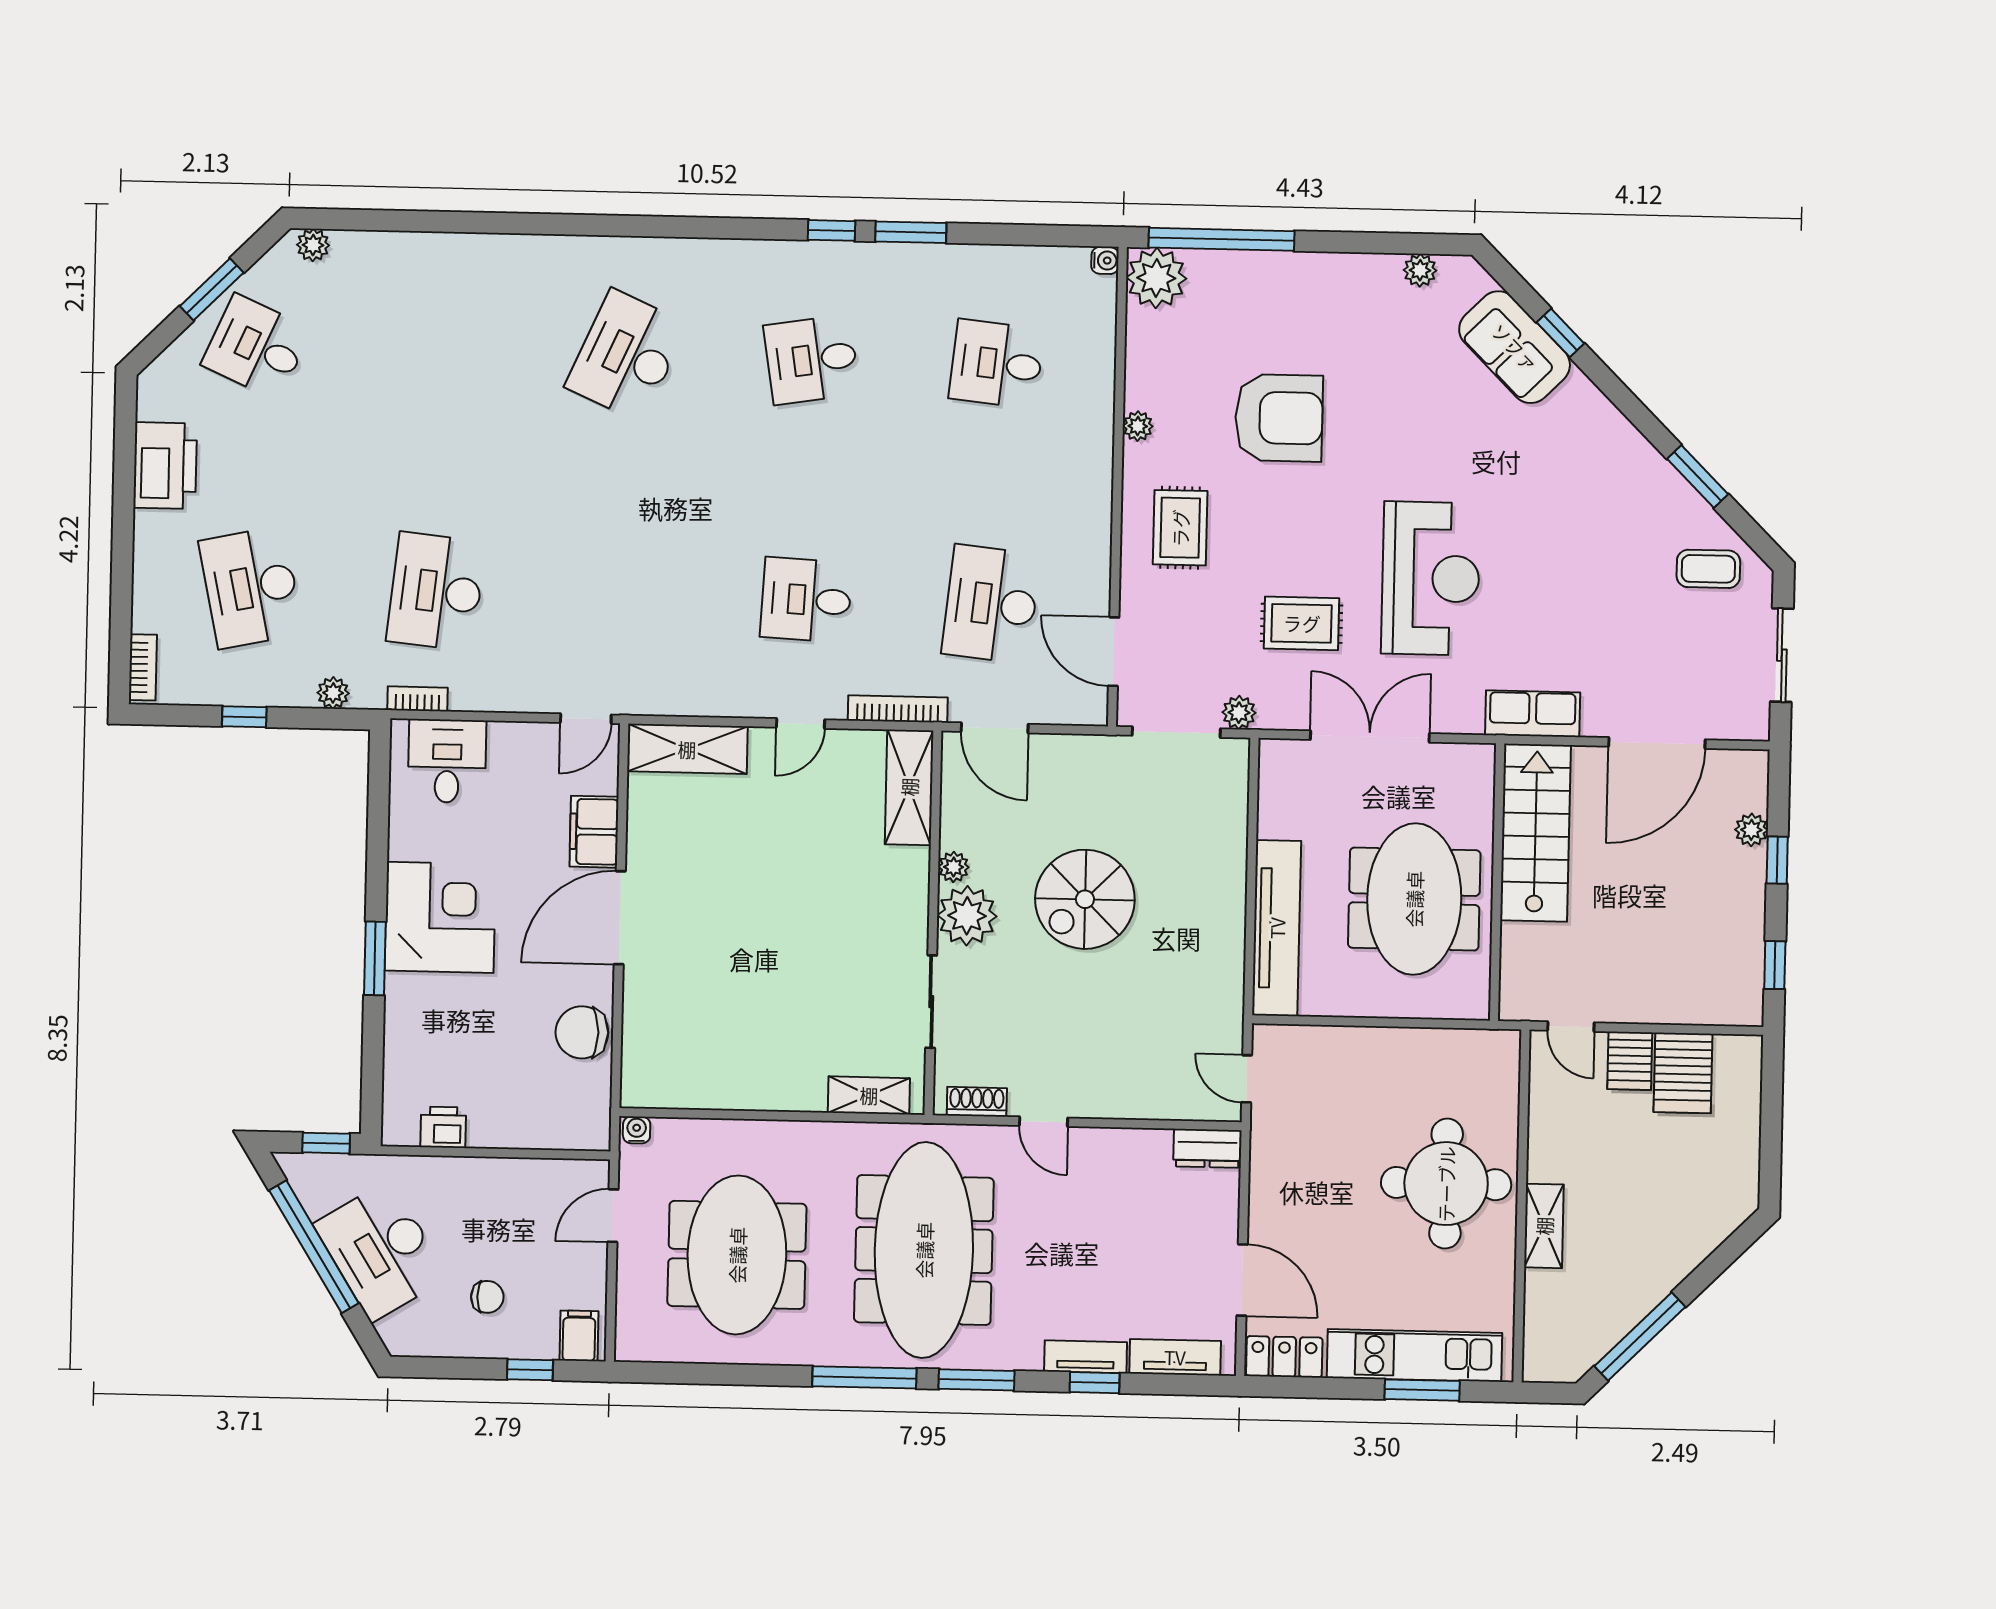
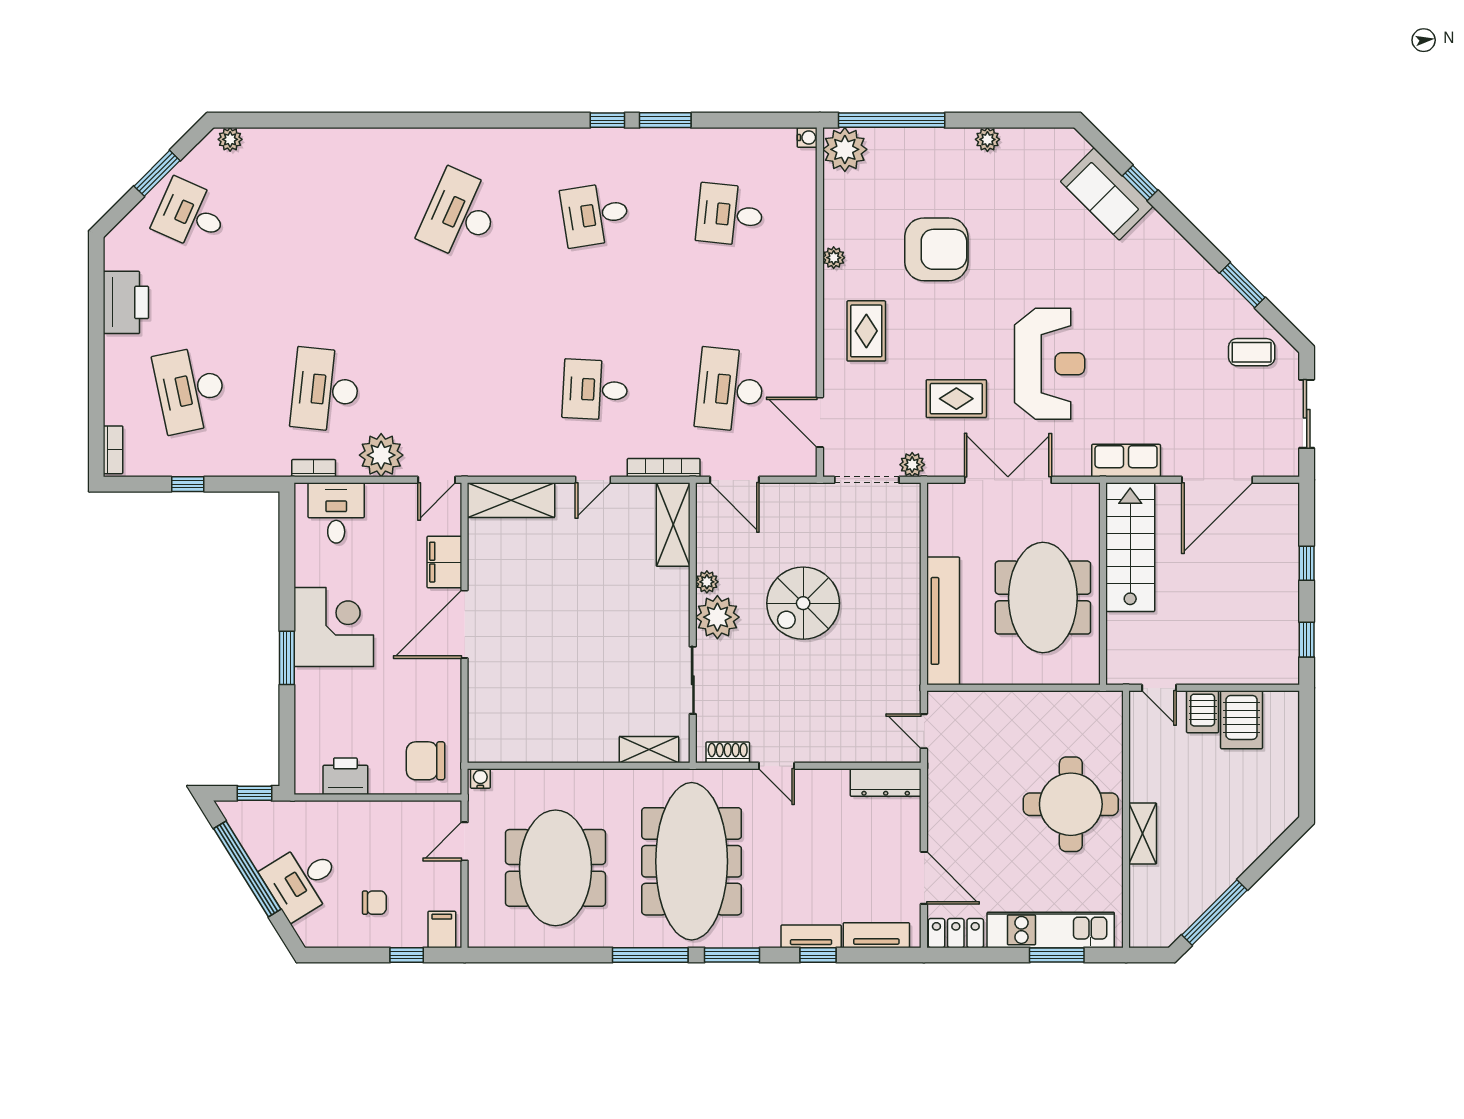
plant: (1420, 270) -> (987, 139), moved
plant: (333, 693) -> (381, 455), moved, width x1.87, depth x1.87
plant: (1751, 830) -> (1287, 542), removed
chair: (582, 1032) -> (426, 761), moved
printer: (443, 1127) -> (345, 776), width x1.36, depth x1.24
dresser: (1207, 1148) -> (886, 783), width x1.44
desk: (381, 1251) -> (302, 881), width x0.73

